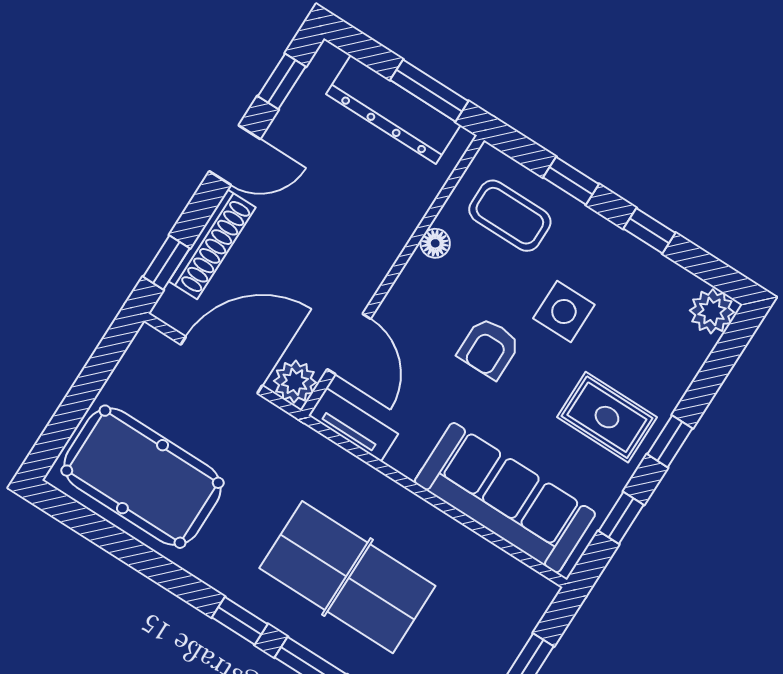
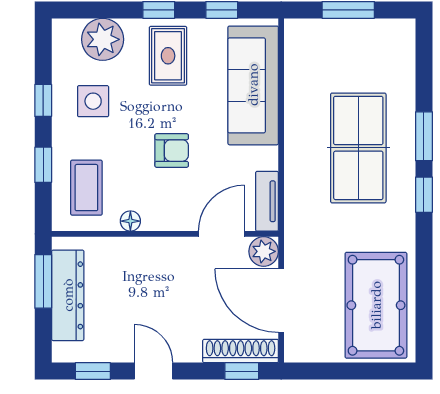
shoe rack: (212, 244) -> (241, 351), moved
plant: (712, 311) -> (103, 39), moved, width x1.36, depth x1.36
side table: (564, 312) -> (93, 101), moved

